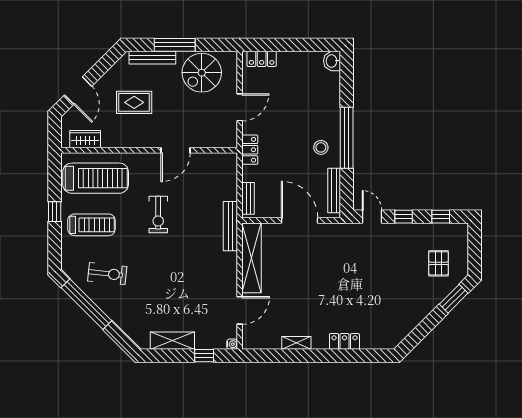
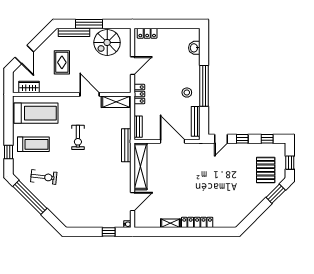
washbasin: (332, 61) -> (194, 48), moved
rug: (134, 102) -> (62, 62), turned 90
door: (176, 150) -> (90, 94), swing flipped
window: (55, 212) -> (9, 152), moved
door: (372, 217) -> (221, 139), swing flipped
window: (475, 252) -> (290, 163), added
pallet: (439, 263) -> (266, 170), width x1.50, depth x1.42
shelving: (172, 341) -> (116, 102), moved
locker: (344, 341) -> (197, 222), width x1.53

